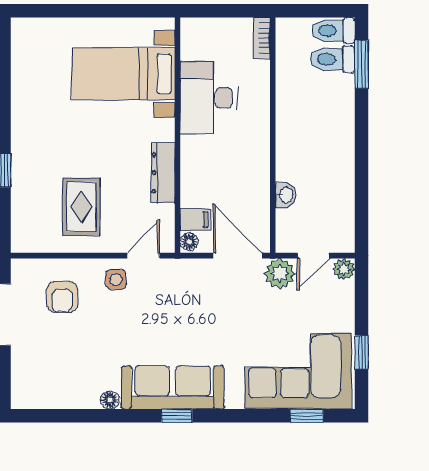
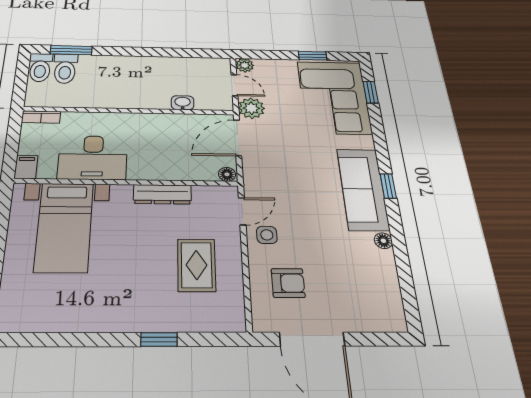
rug: (81, 207) -> (196, 265), turned 90
filing cabinet: (195, 219) -> (26, 167), moved
door: (143, 256) -> (242, 211), swing flipped

